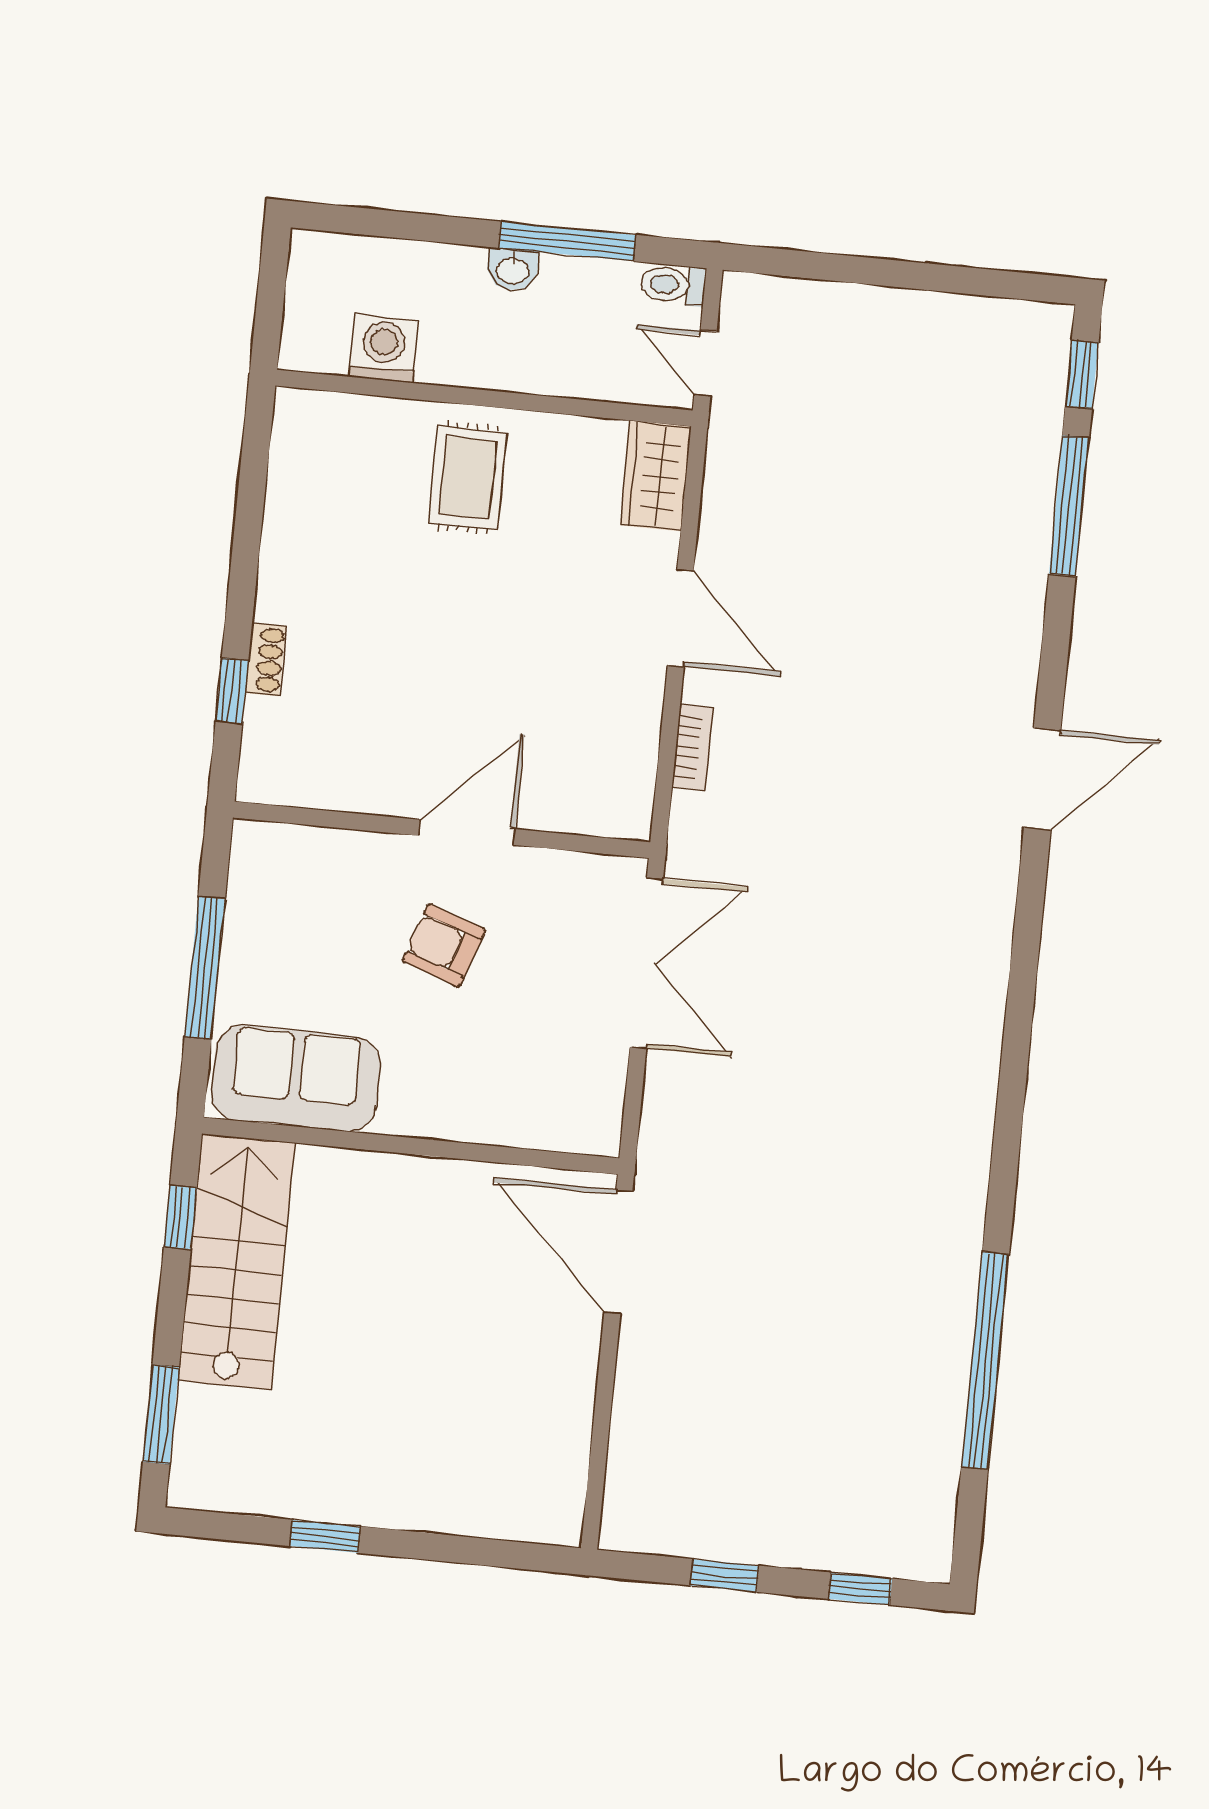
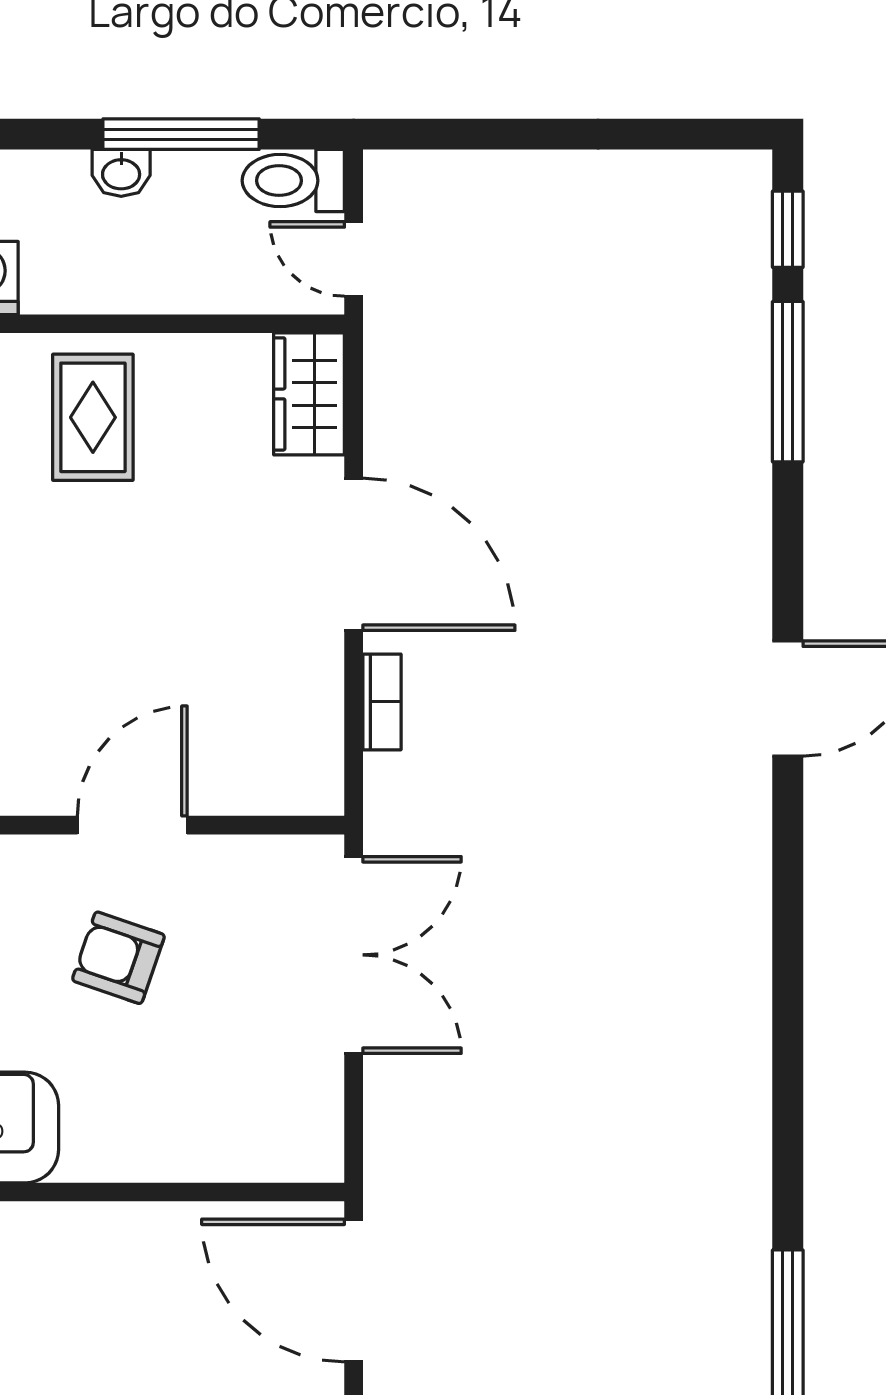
toilet: (673, 285) -> (293, 181), width x1.37, depth x1.39
door: (680, 618) -> (354, 554), width x1.36

